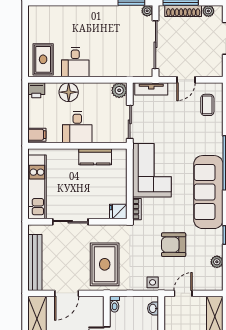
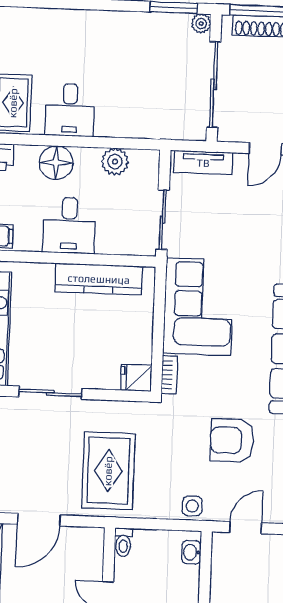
plant: (119, 90) -> (115, 162), moved
kitchen counter: (95, 157) -> (99, 279), width x1.50

